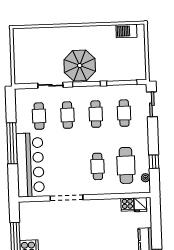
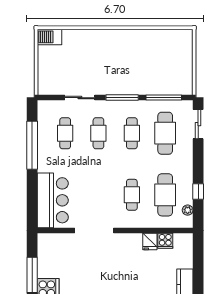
barbecue: (126, 31) -> (49, 37), moved
parasol: (80, 65) -> (115, 76), removed
cafe table: (124, 113) -> (165, 133), width x1.37, depth x1.35
window: (12, 143) -> (32, 145), moved
bar counter: (30, 165) -> (53, 200), width x0.73
fridge: (140, 205) -> (150, 242), moved

